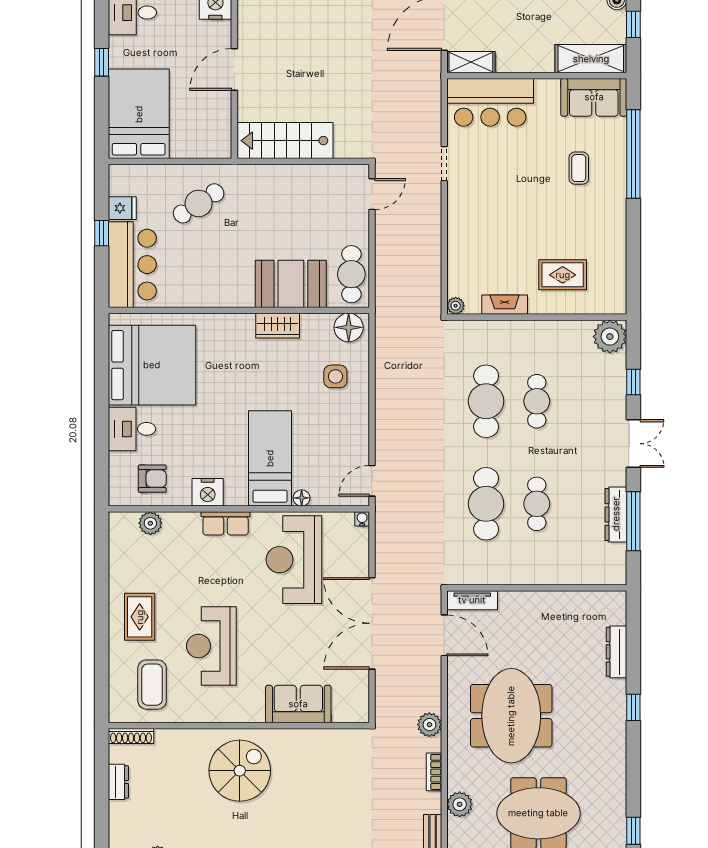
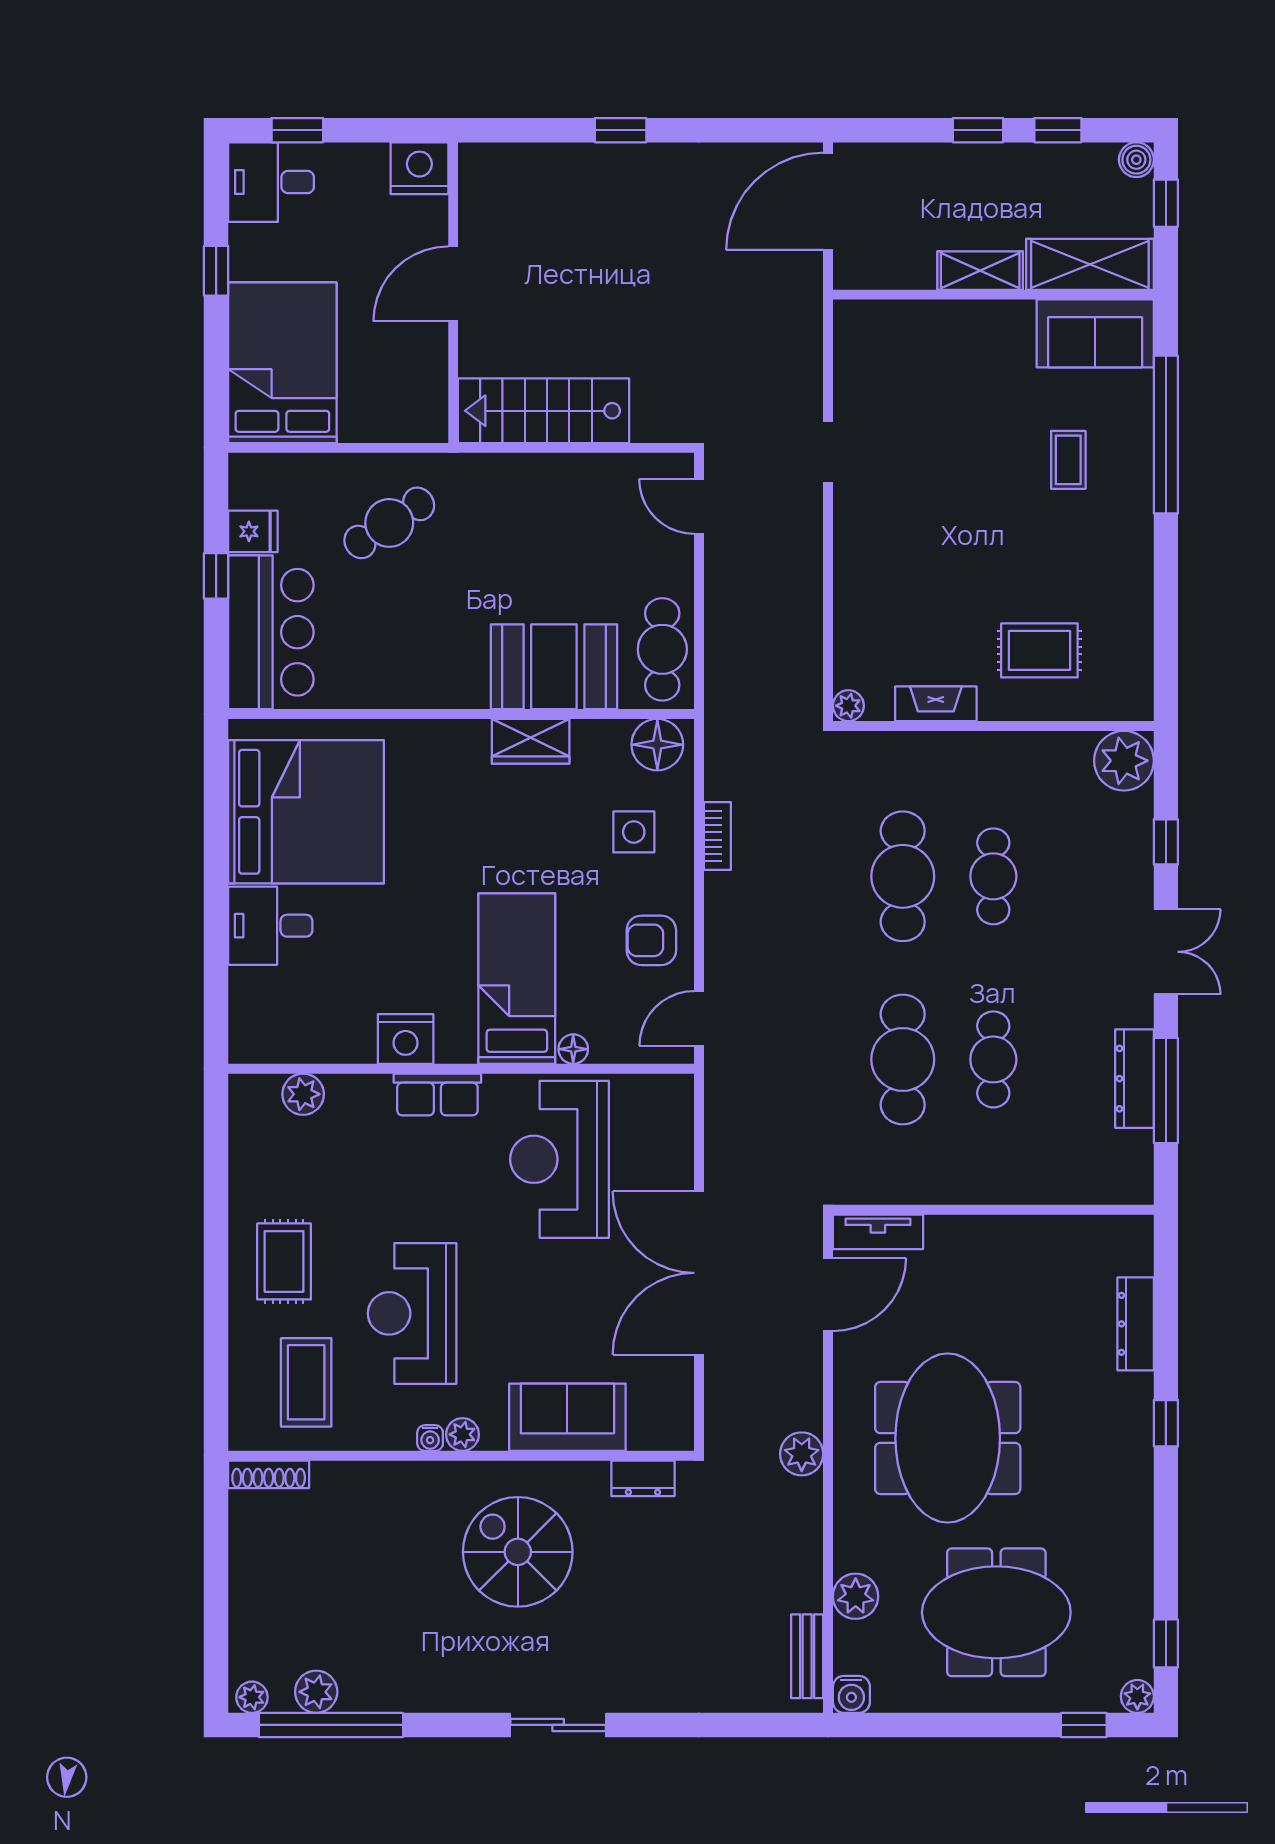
shelving: (471, 62) -> (980, 271), moved
bar counter: (490, 102) -> (910, 342), removed
door: (372, 194) -> (699, 506), swing flipped
armchair: (152, 479) -> (651, 940), moved, turned 180
water cooler: (362, 519) -> (430, 1438), moved, turned 180
door: (444, 635) -> (828, 1295), hinge flipped
plant: (240, 714) -> (462, 1434), added
spiral stairs: (240, 771) -> (518, 1552), moved, turned -90
bookcase: (434, 772) -> (717, 836), moved, turned 180
dresser: (118, 782) -> (643, 1478), moved, turned 90

